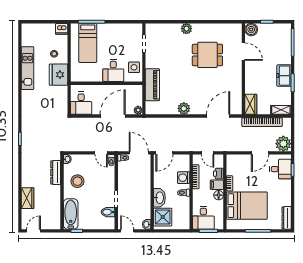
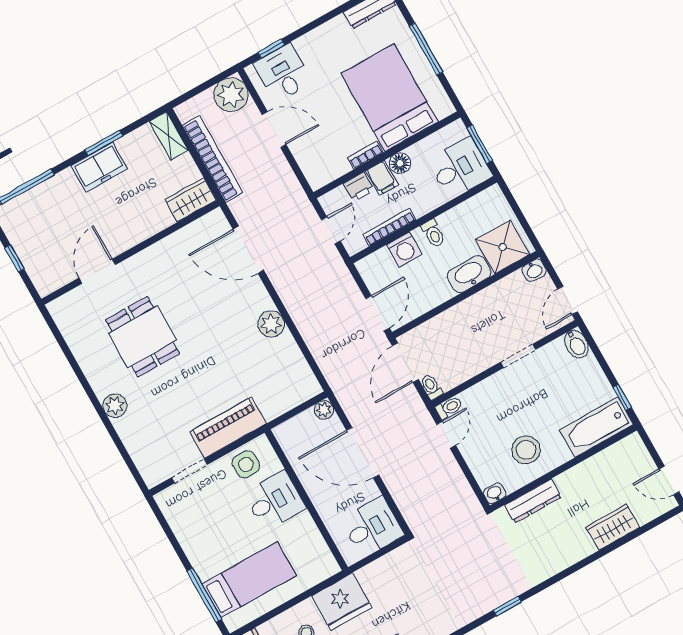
boiler: (251, 30) -> (46, 280), removed
piano: (152, 85) -> (228, 428), moved
door: (164, 153) -> (378, 313), hinge flipped
bidet: (108, 212) -> (576, 344), moved

